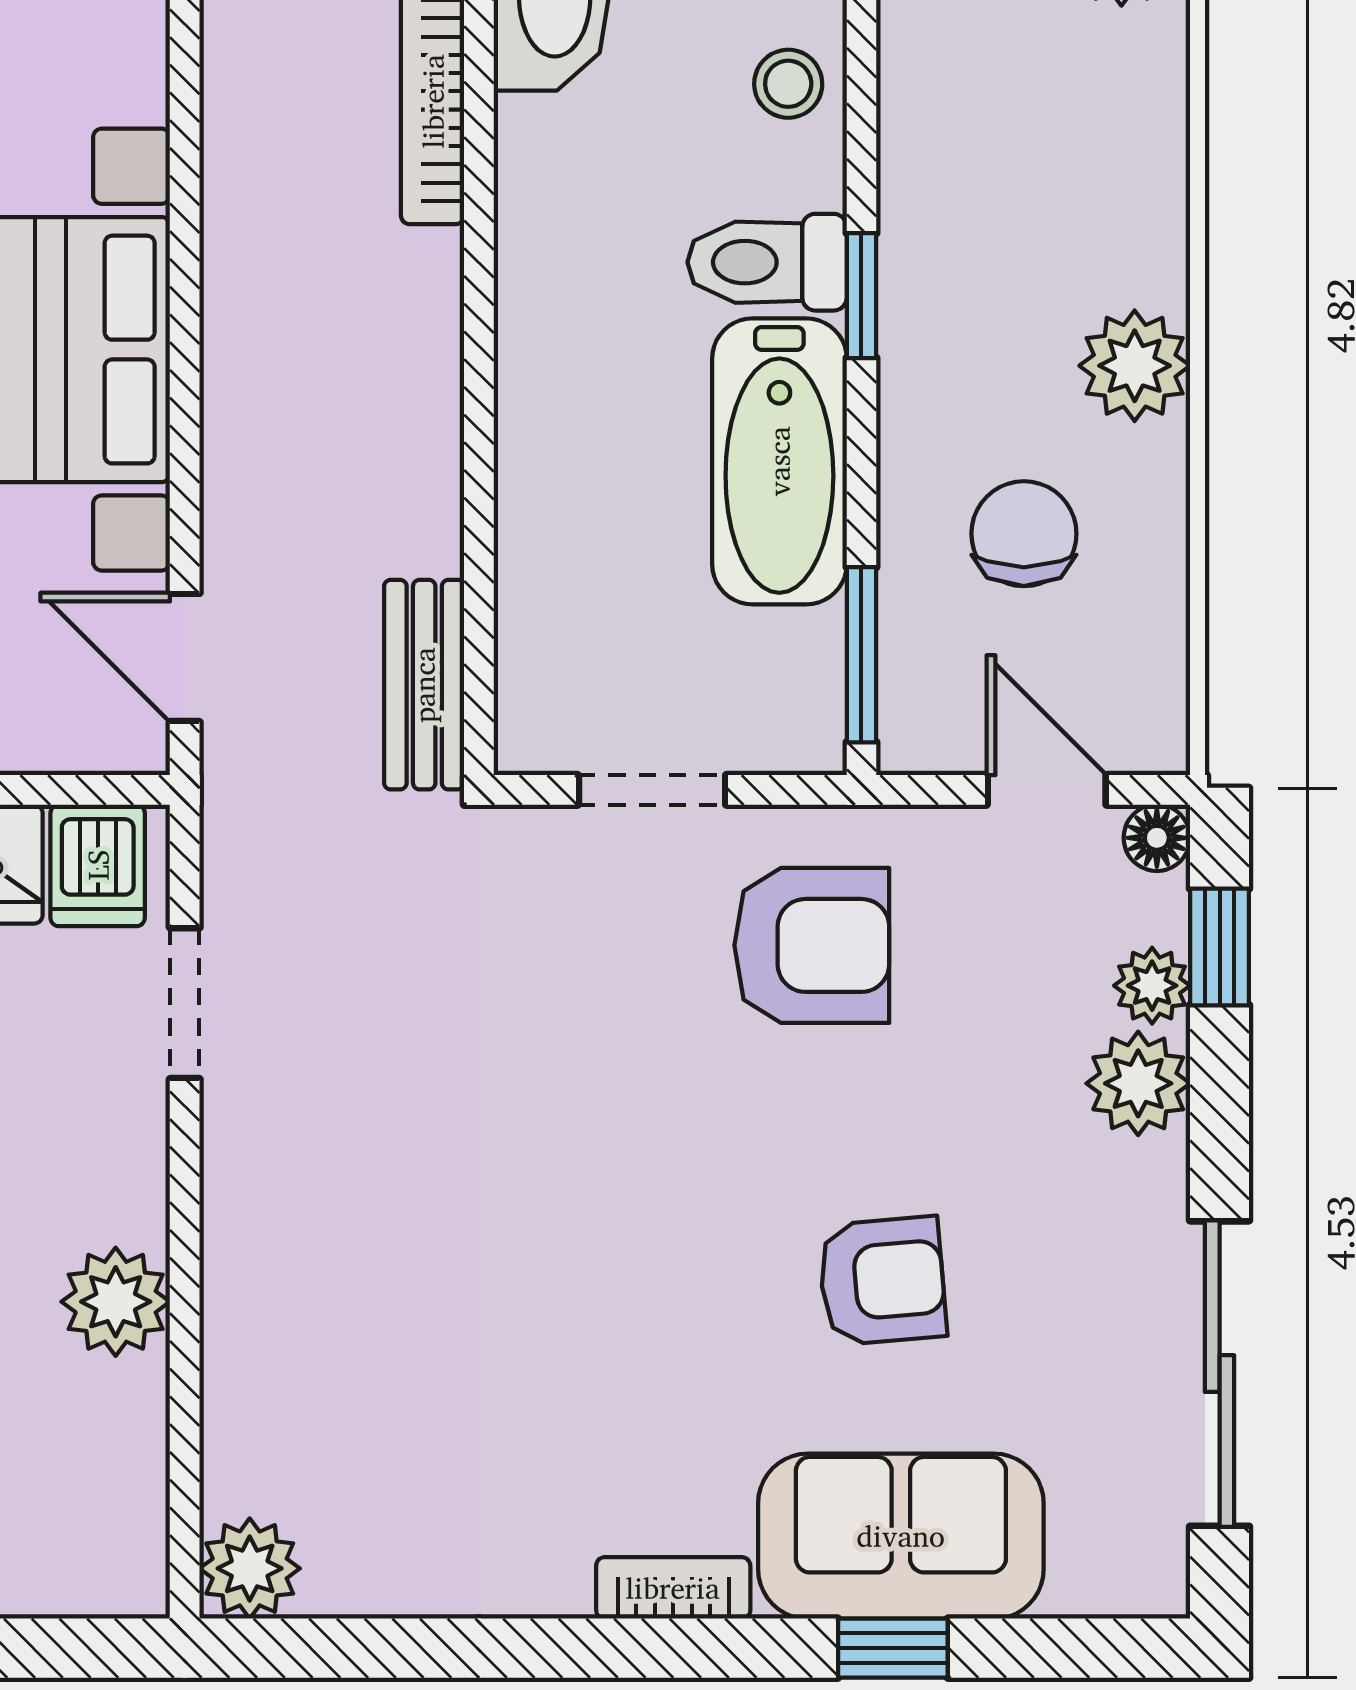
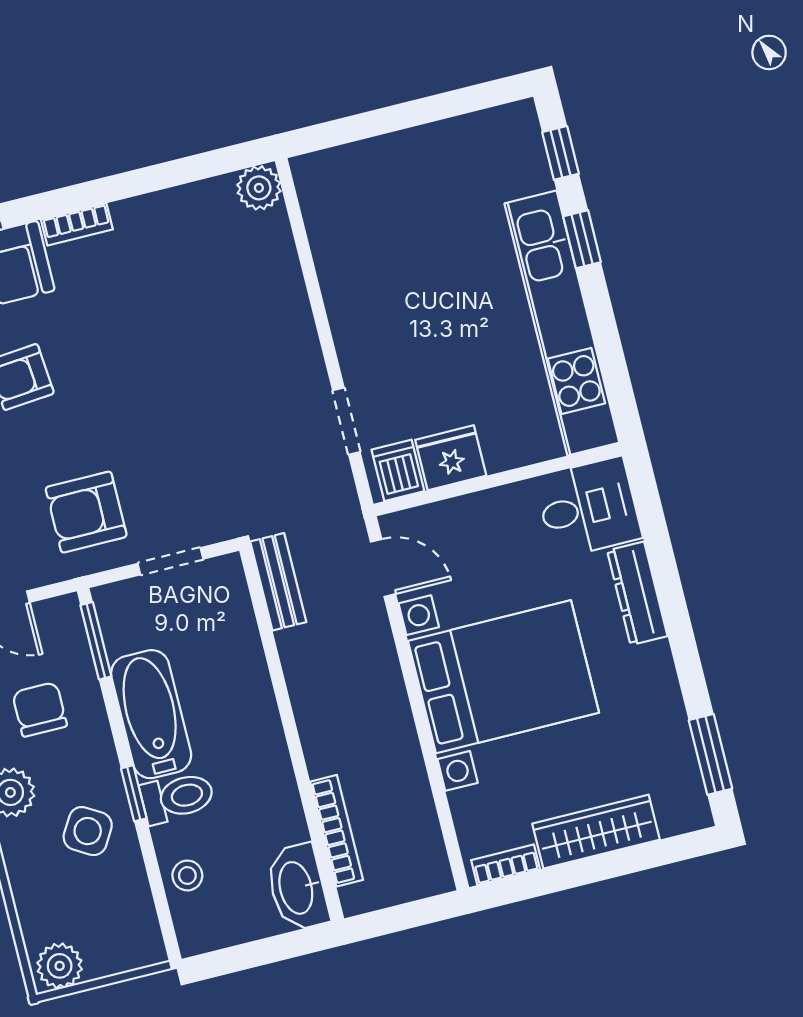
side table: (985, 237) -> (88, 831), added
chair: (1024, 534) -> (40, 709), turned 180
plant: (116, 1302) -> (344, 287), removed

